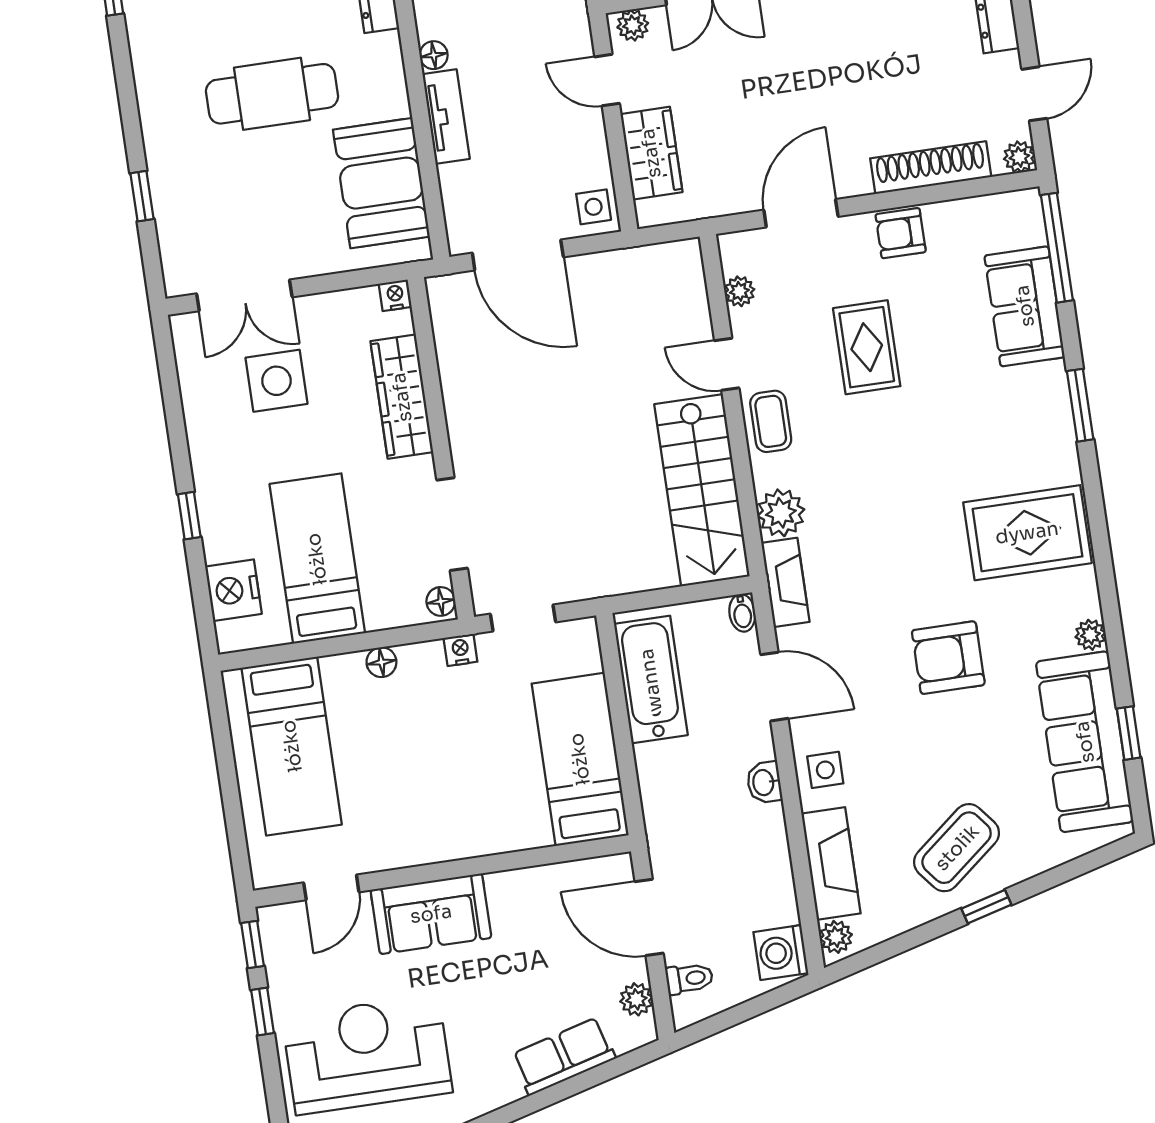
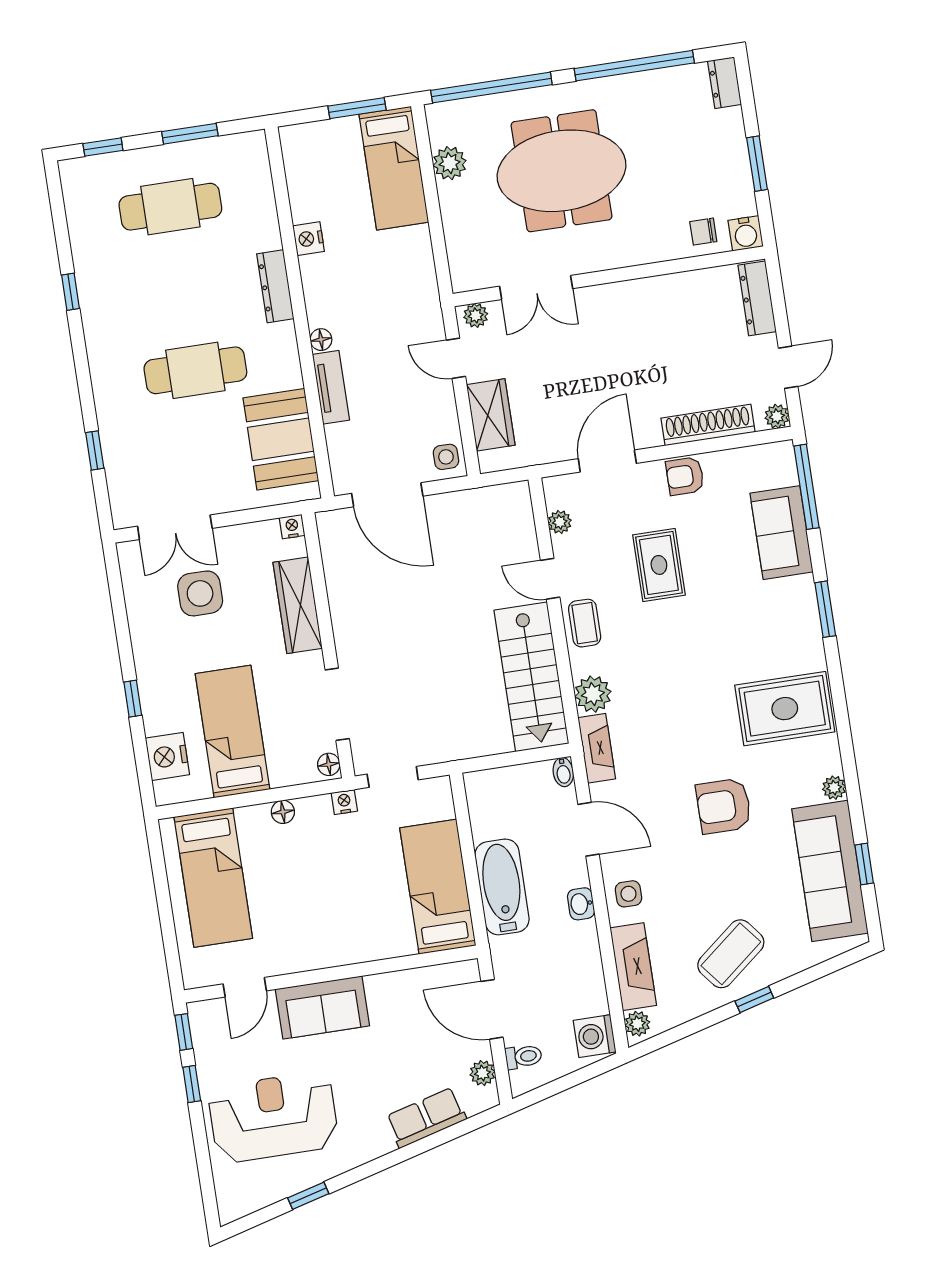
bathtub: (651, 680) -> (502, 887), moved

